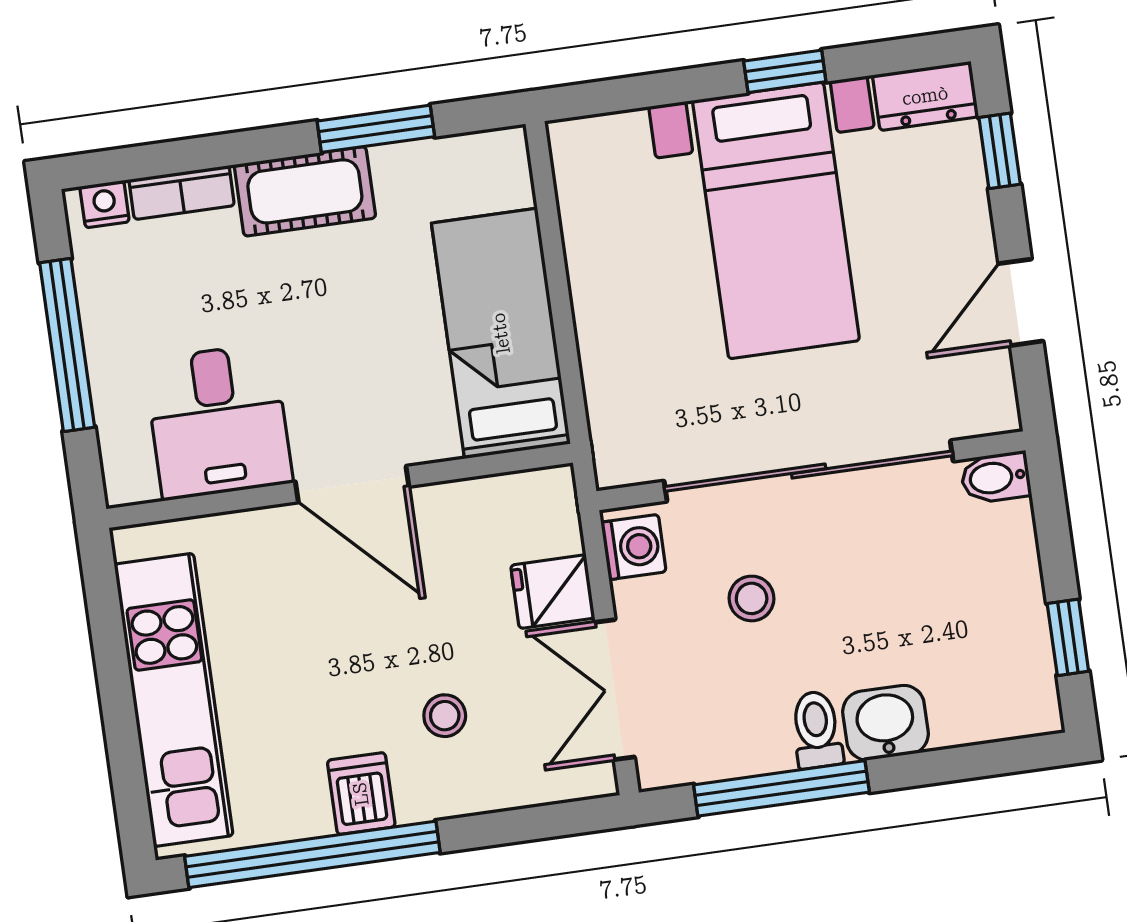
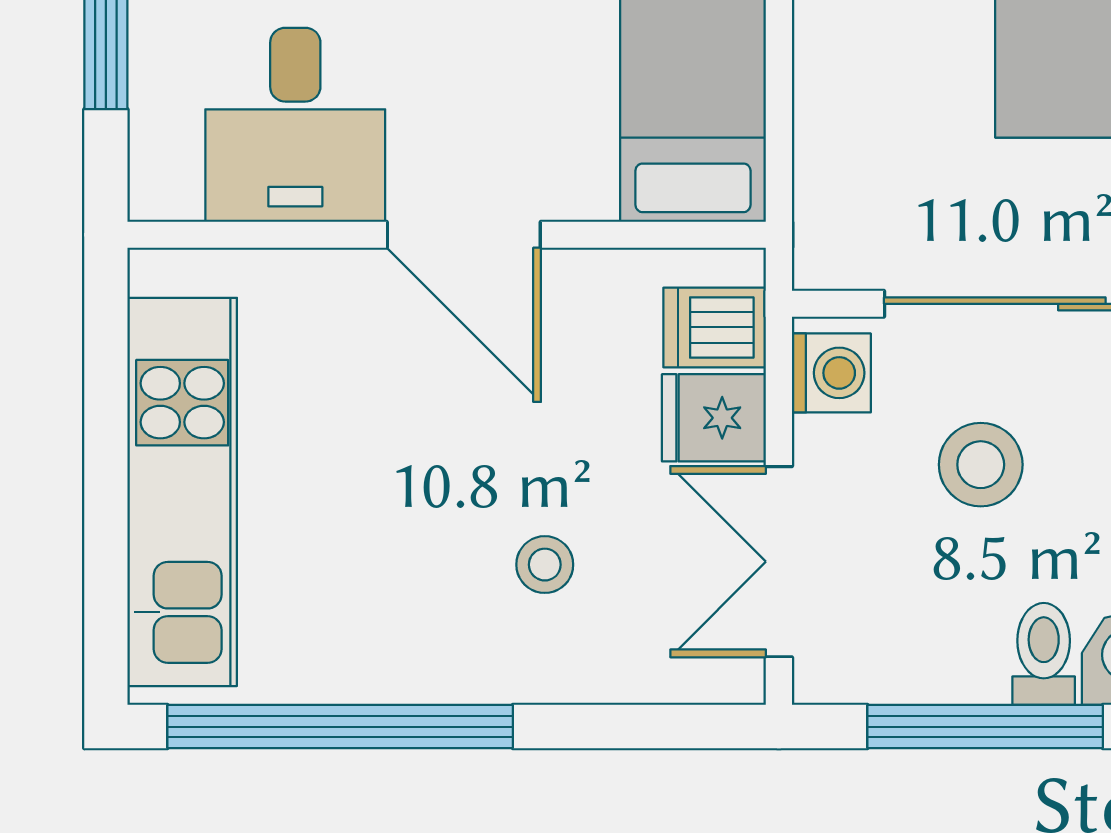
stool: (752, 598) -> (981, 465), width x1.37, depth x1.37
dishwasher: (361, 794) -> (715, 327), moved, turned -90

